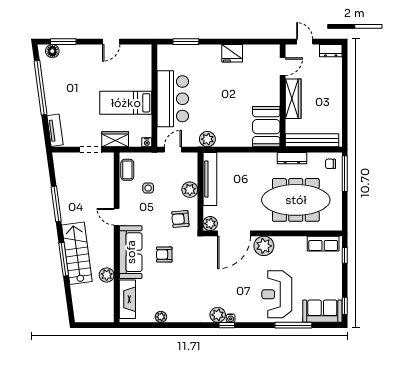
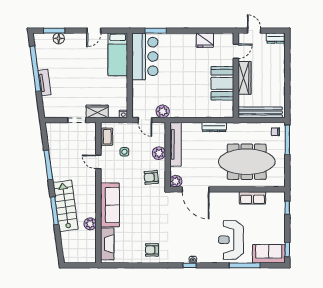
floor lamp: (52, 51) -> (59, 38), moved
fridge: (232, 53) -> (205, 40), moved
bar counter: (173, 99) -> (145, 56), moved
bed: (126, 103) -> (118, 54), moved, turned -90
booth: (266, 127) -> (222, 83), moved
tv unit: (55, 130) -> (44, 83), moved
plant: (207, 139) -> (163, 111), moved
door: (173, 150) -> (145, 120), swing flipped
dresser: (292, 158) -> (214, 127), moved
door: (117, 217) -> (98, 162), moved
door: (234, 233) -> (196, 189), hinge flipped
row of seats: (323, 244) -> (253, 198), moved
plant: (264, 246) -> (220, 200), removed
armchair: (164, 254) -> (152, 250), moved
plant: (218, 315) -> (182, 257), removed
plant: (161, 317) -> (135, 258), removed

